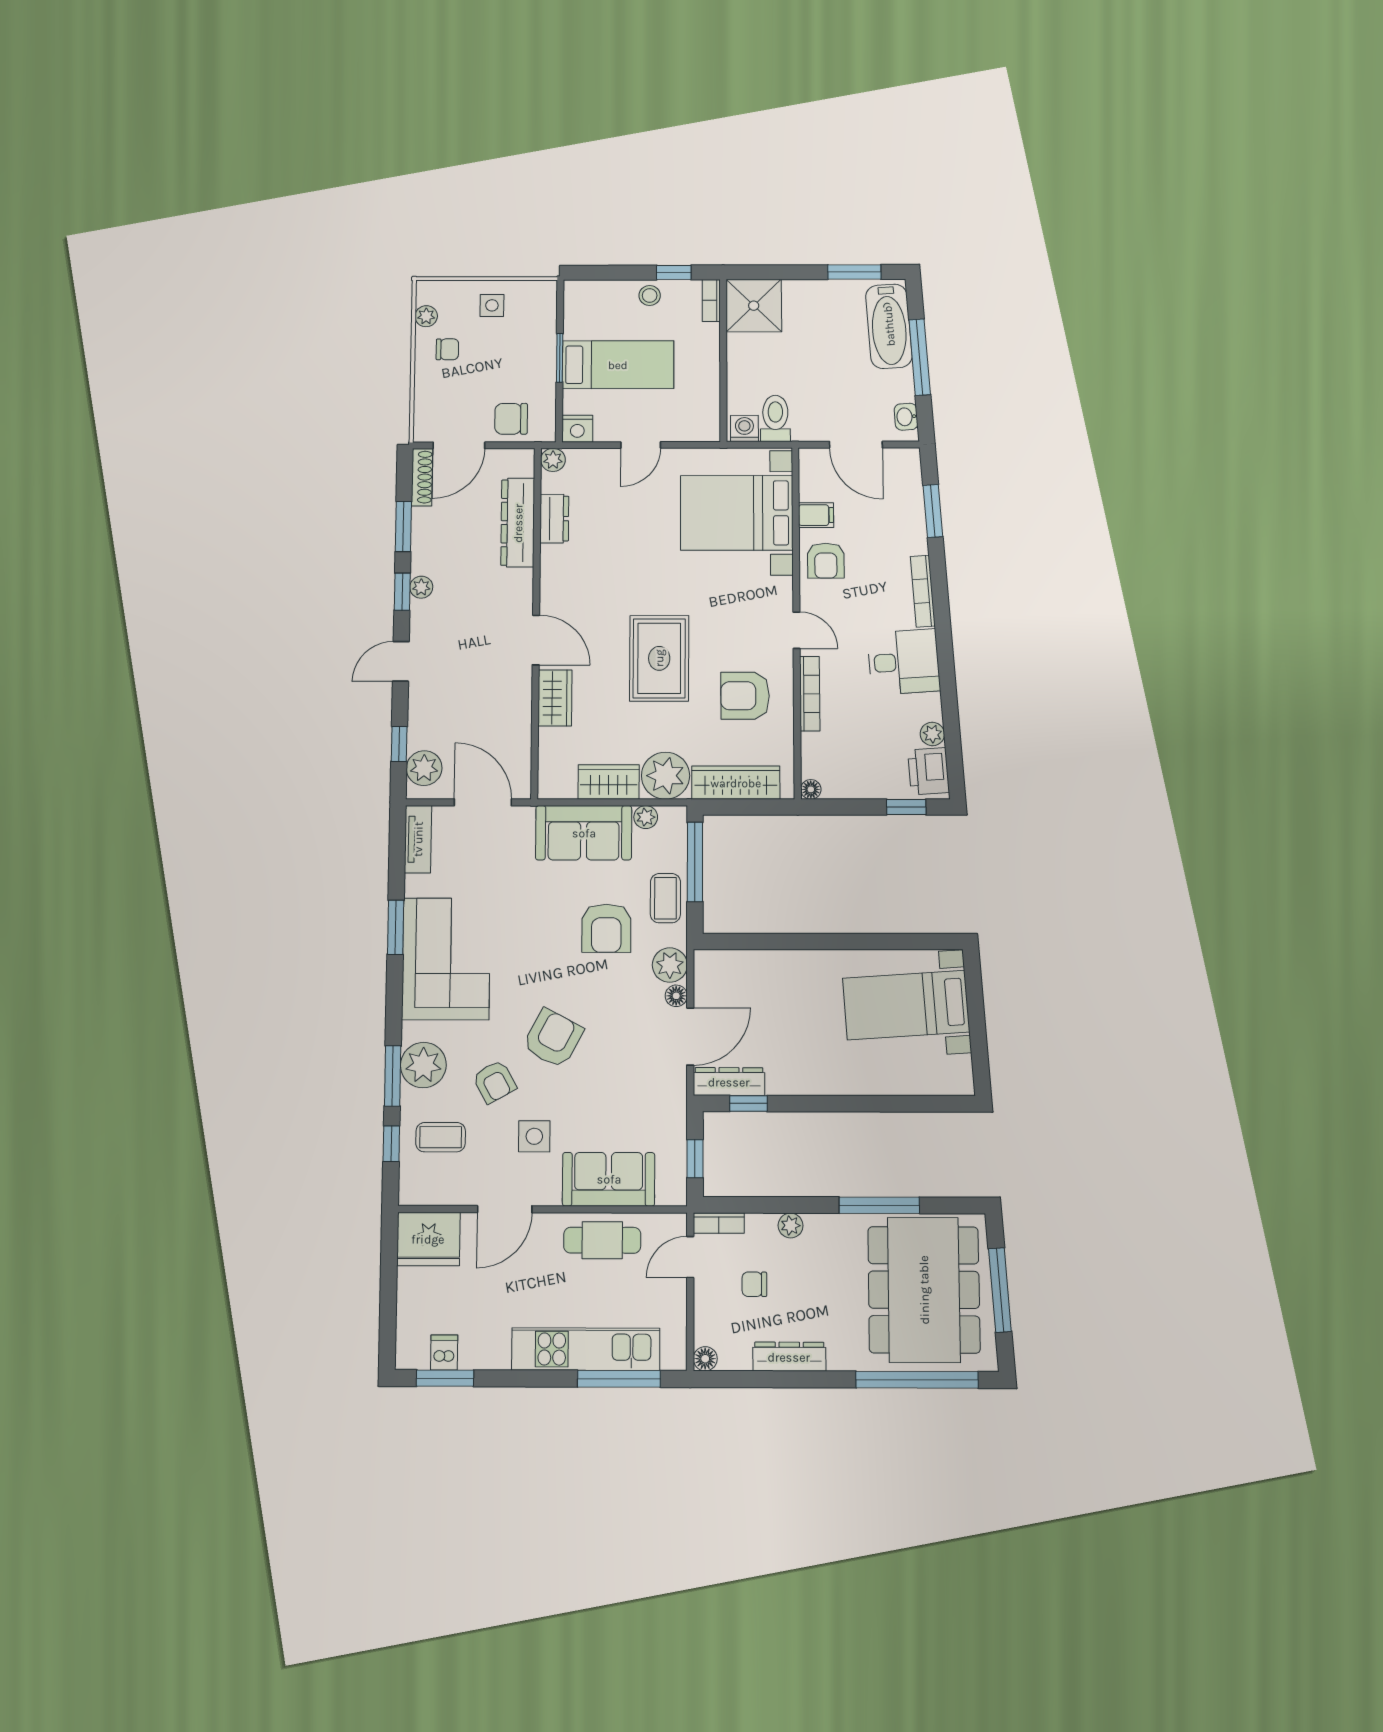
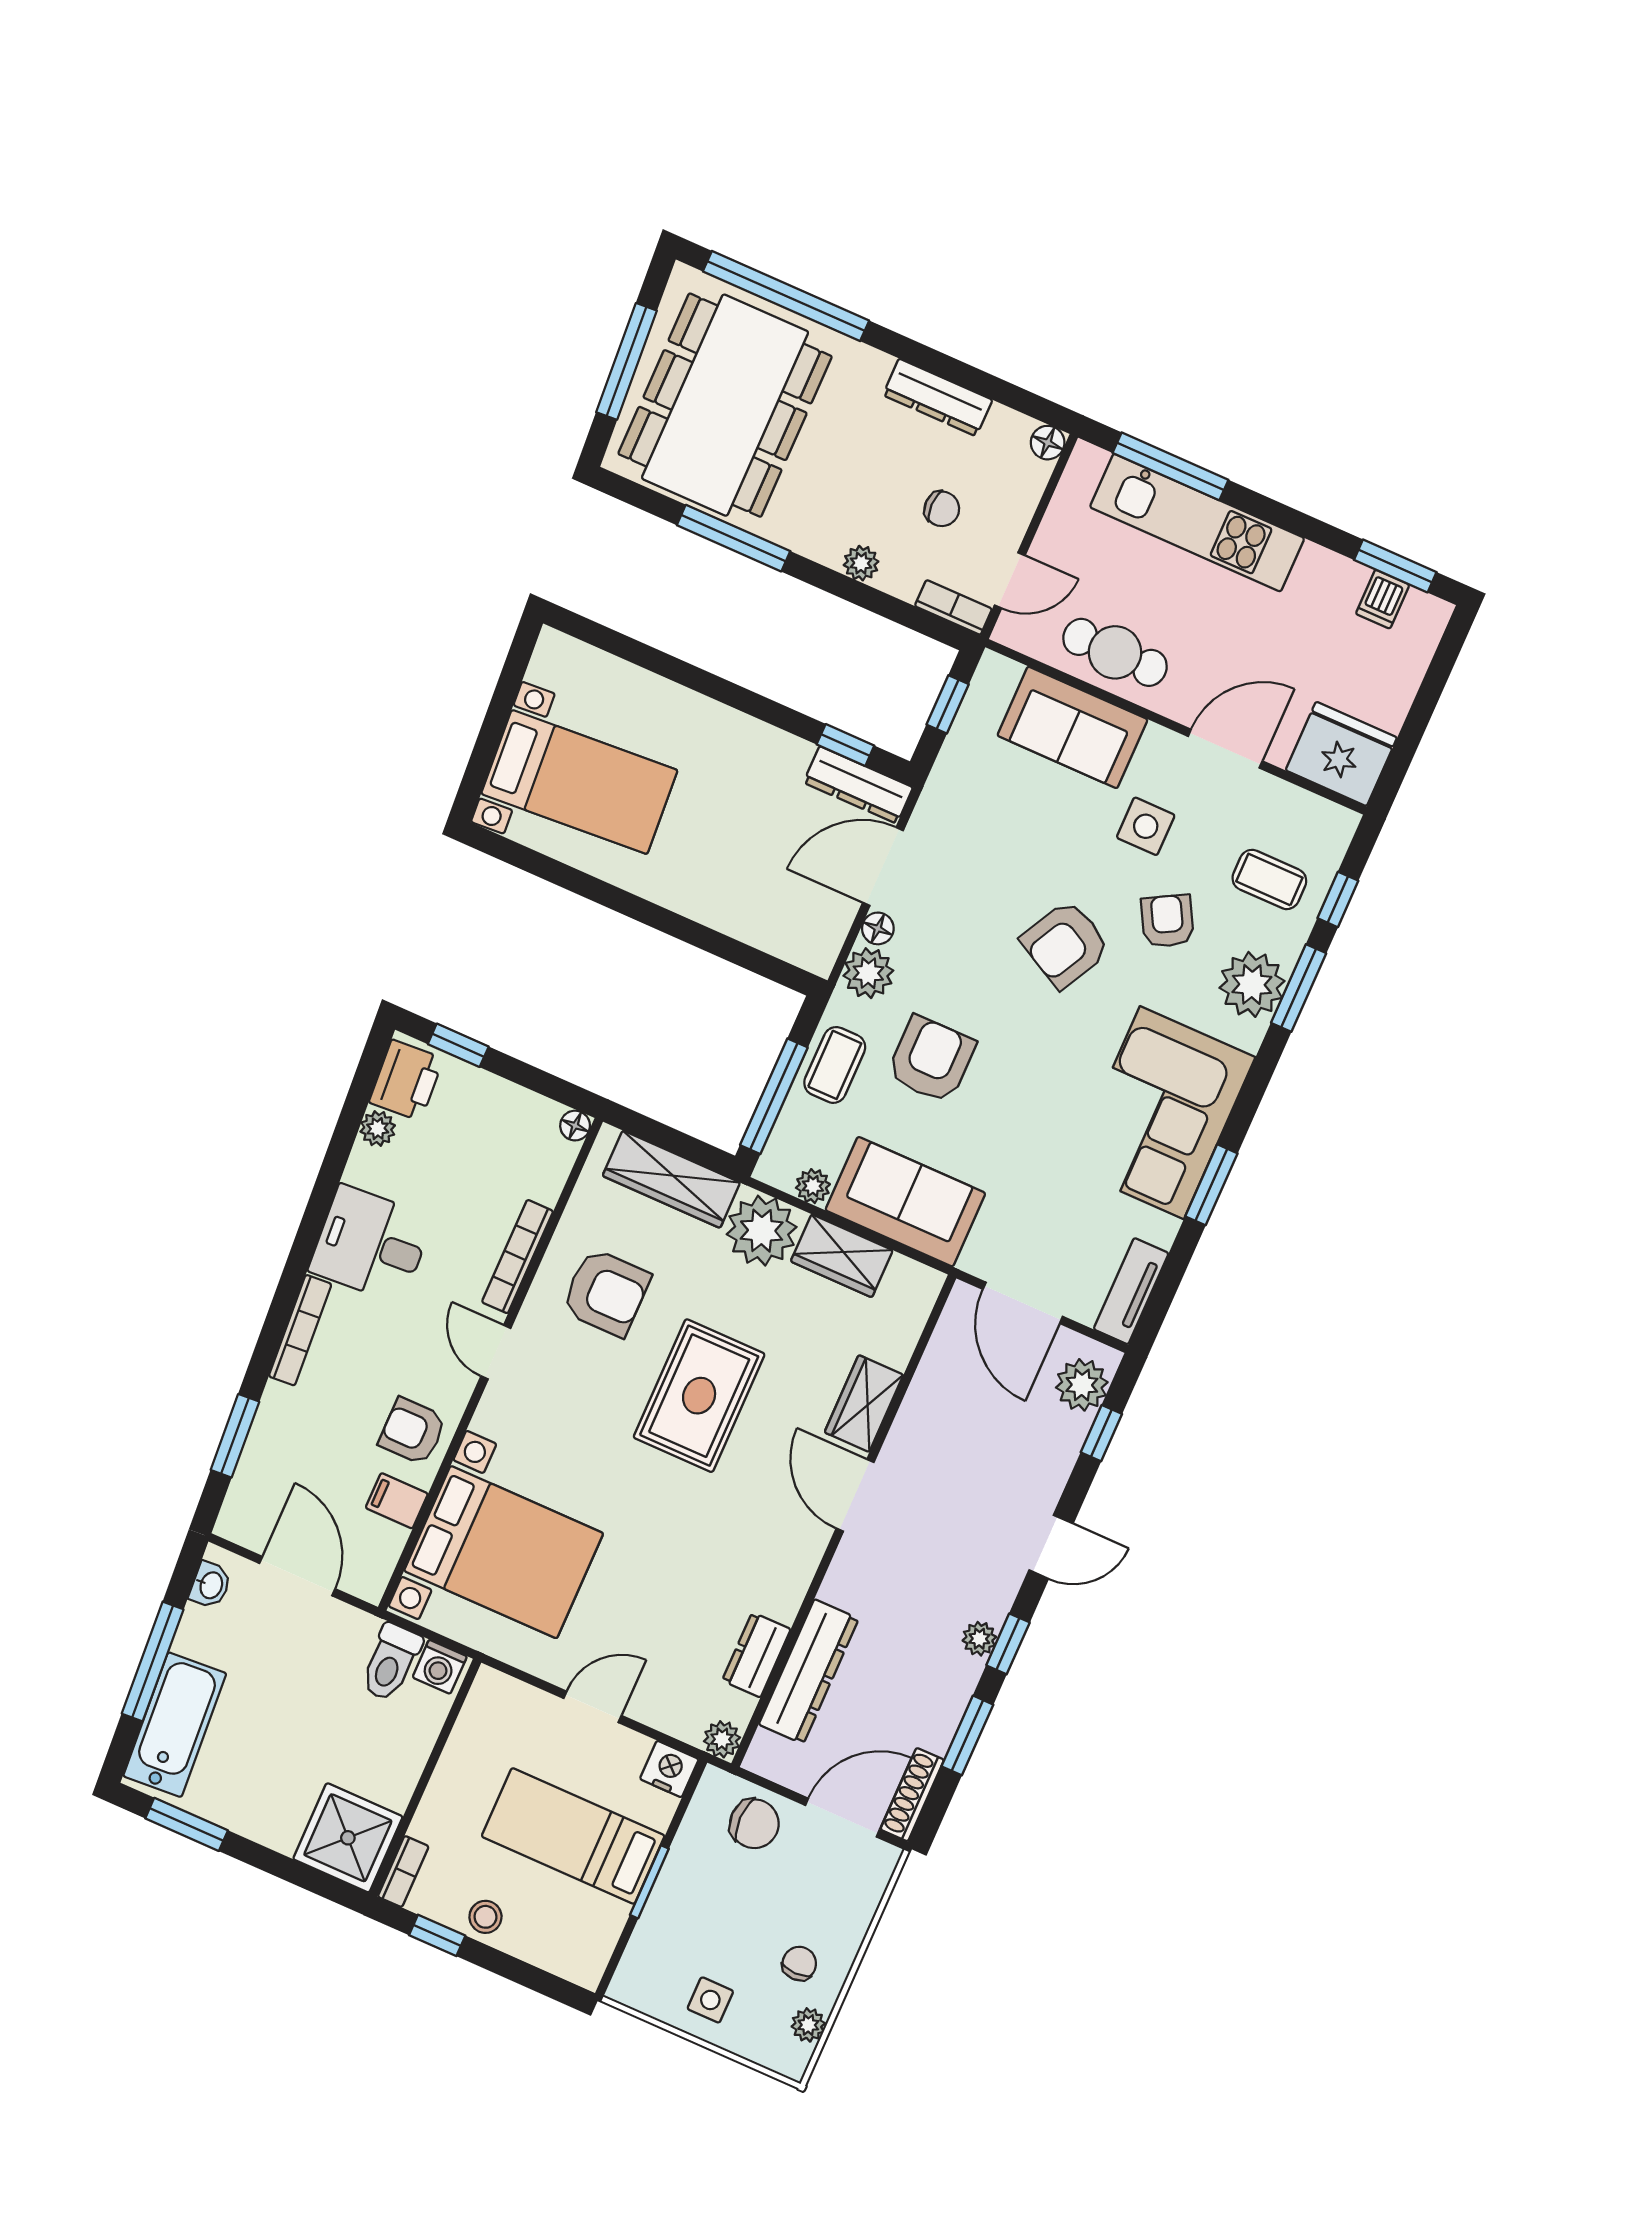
chair: (447, 349) -> (799, 1964), turned 90
armchair: (826, 561) -> (412, 1431), turned -90

